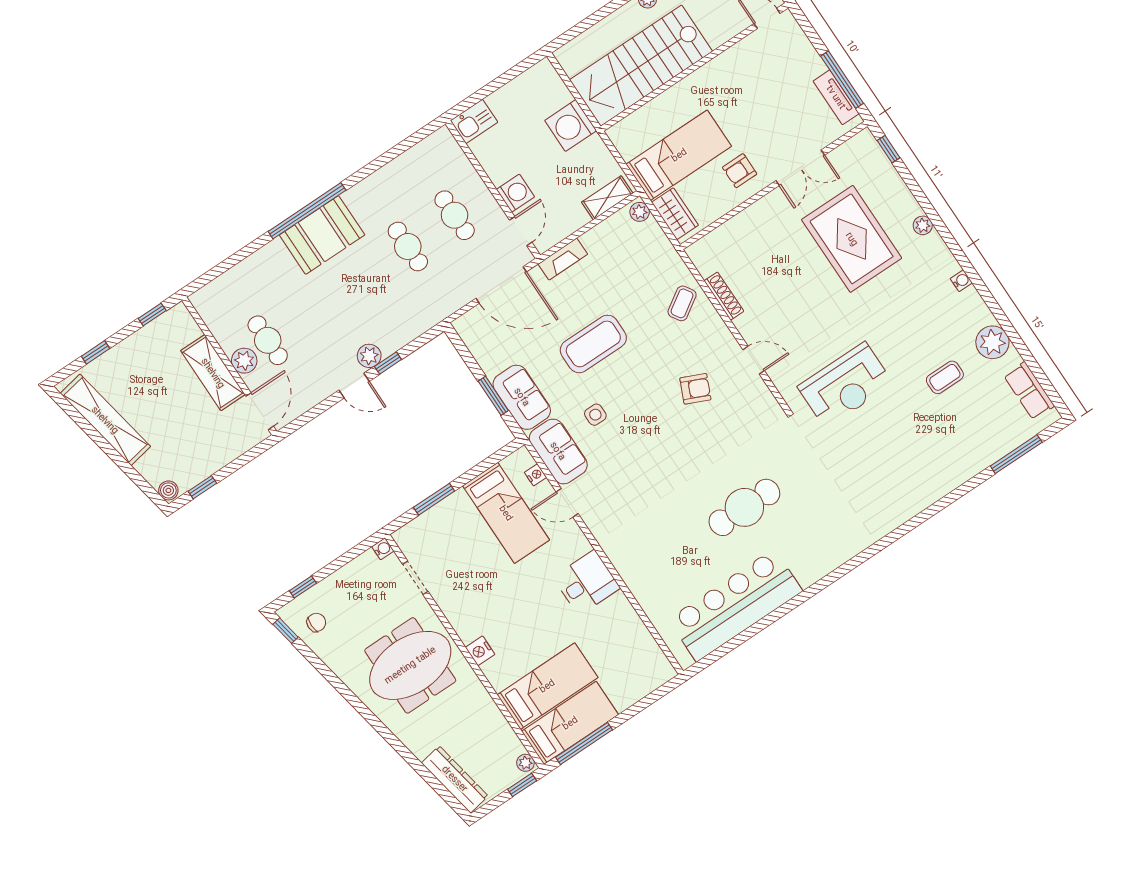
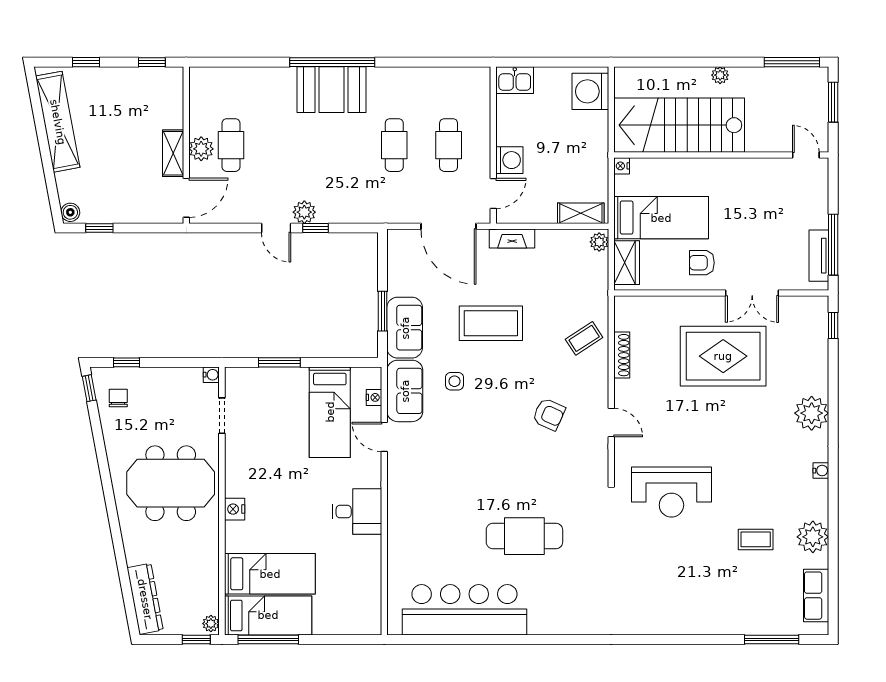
washing machine: (571, 126) -> (590, 91), moved
nightstand: (615, 134) -> (622, 166), added
plant: (923, 225) -> (812, 413), width x1.87, depth x1.87
rug: (852, 239) -> (723, 356), moved, turned 90
shelving: (213, 373) -> (173, 153), width x0.67, depth x0.75
chair: (316, 622) -> (118, 398), turned -90

